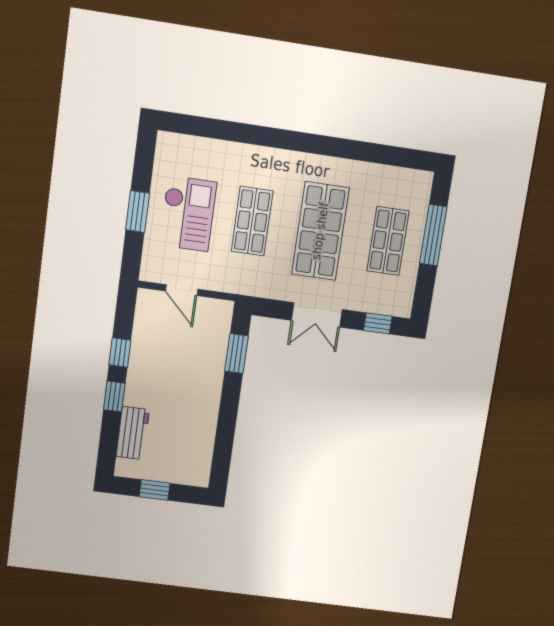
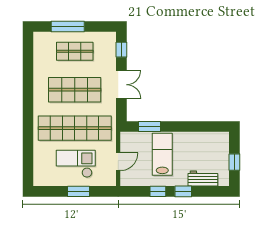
shop shelf: (252, 221) -> (75, 128), width x2.00, depth x1.36
lab bench: (184, 369) -> (162, 154), added

